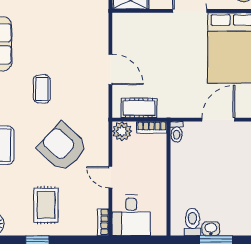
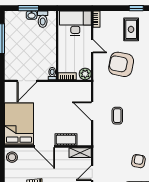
coffee table: (42, 89) -> (117, 116), moved
cot: (139, 108) -> (66, 140), moved
armchair: (62, 147) -> (121, 64), turned 148
desk: (131, 215) -> (75, 23), width x1.37

